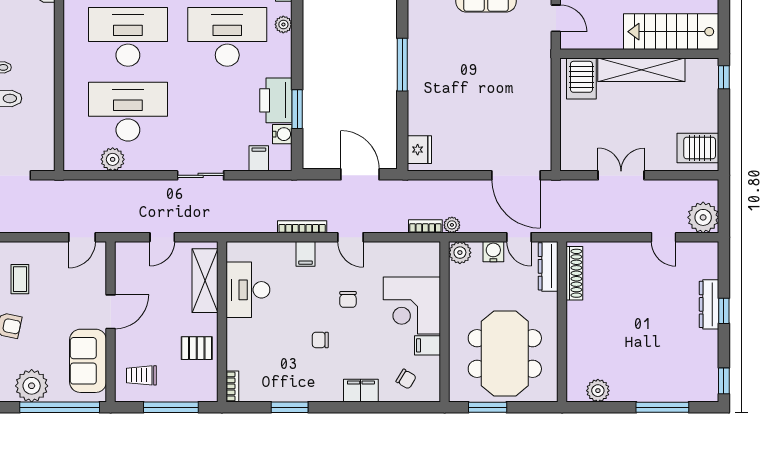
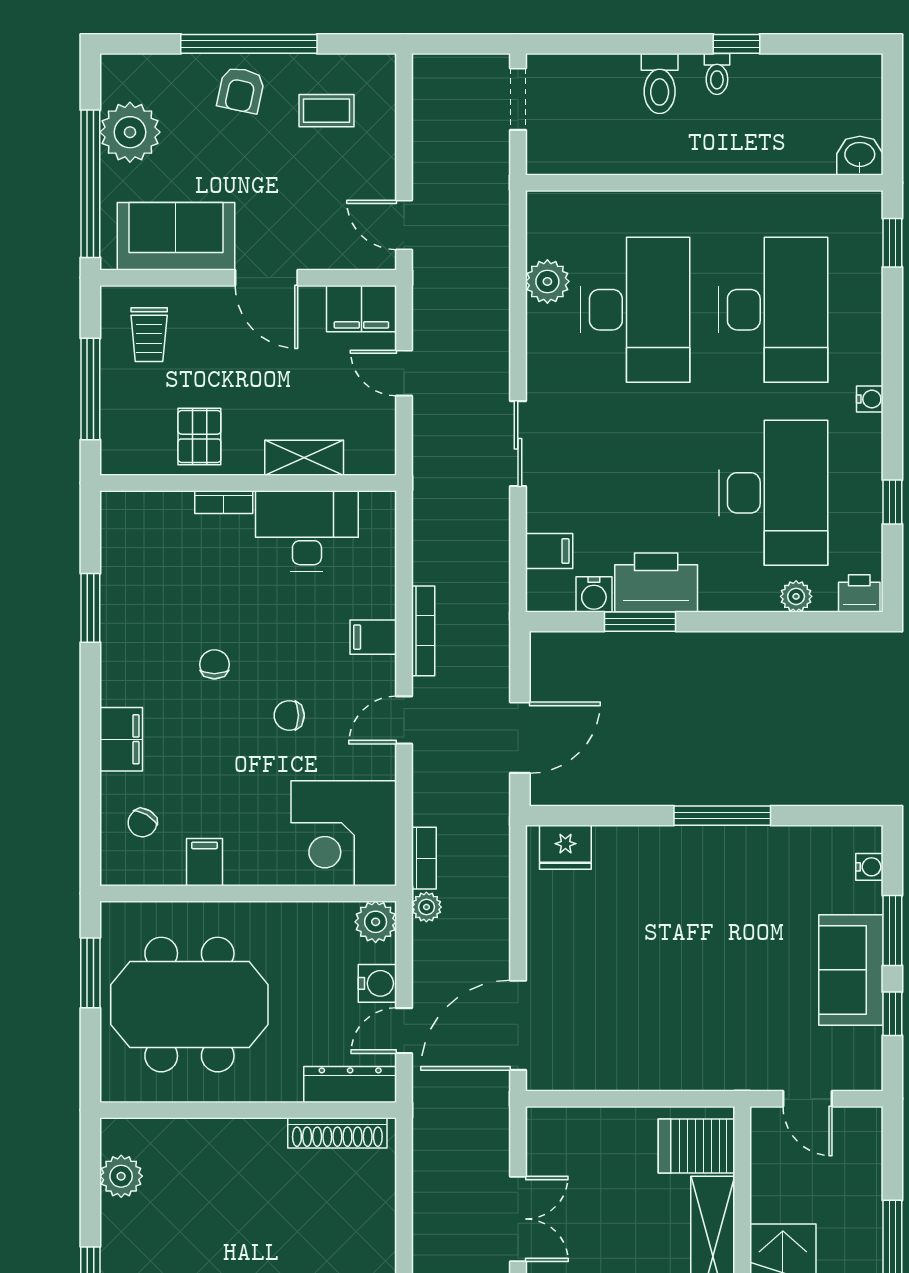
door: (556, 18) -> (808, 1099), hinge flipped
filing cabinet: (127, 260) -> (361, 309), added
shelving: (205, 281) -> (304, 458), width x0.67, depth x0.75
corner desk: (412, 306) -> (344, 833), moved, turned -90
trolley: (141, 375) -> (149, 335), turned 180
bookcase: (232, 386) -> (224, 502), moved

